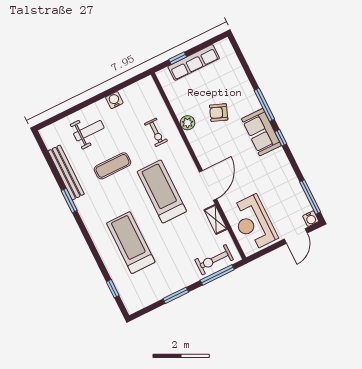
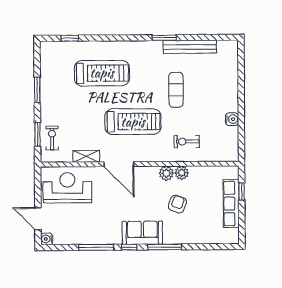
weight bench: (89, 131) -> (216, 84), removed
plant: (195, 137) -> (166, 173), added
window: (310, 197) -> (96, 247), moved
exercise bike: (214, 260) -> (52, 138), width x0.73, depth x0.72
window: (217, 275) -> (37, 134), width x0.69

